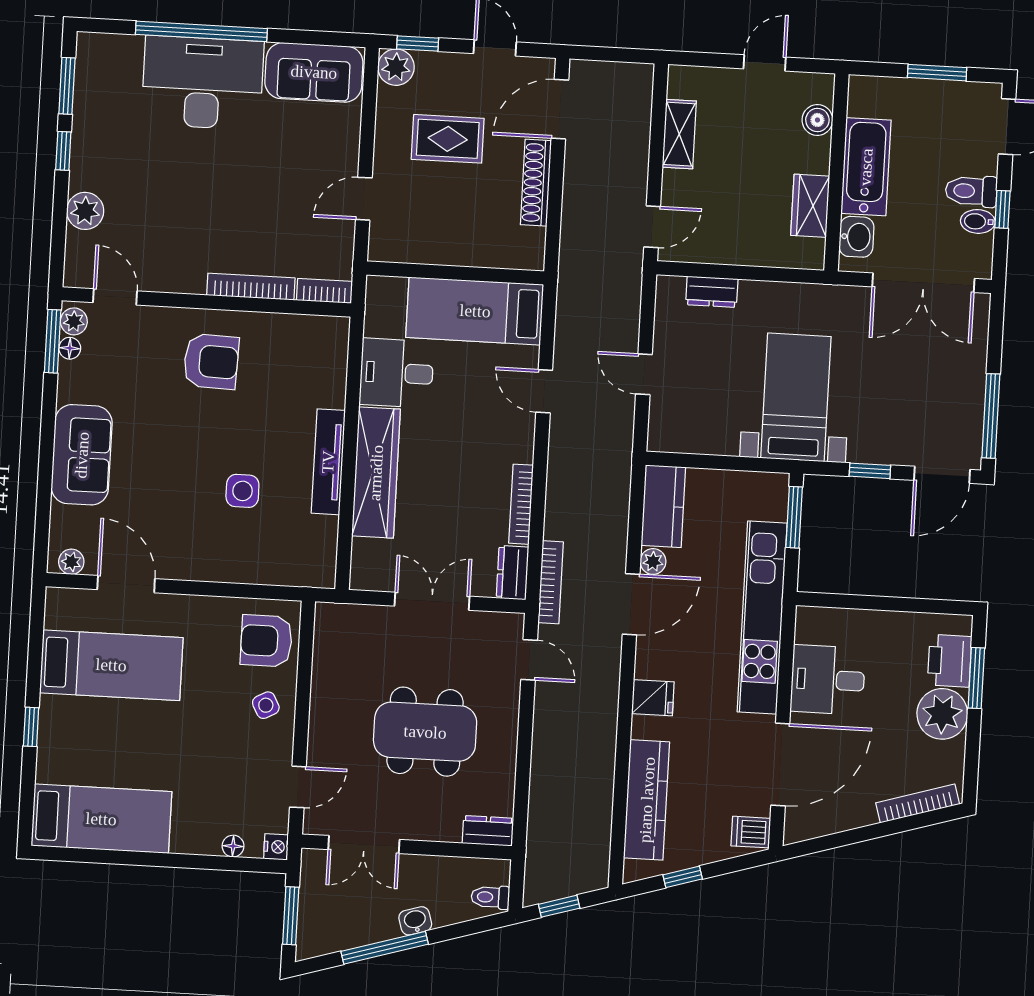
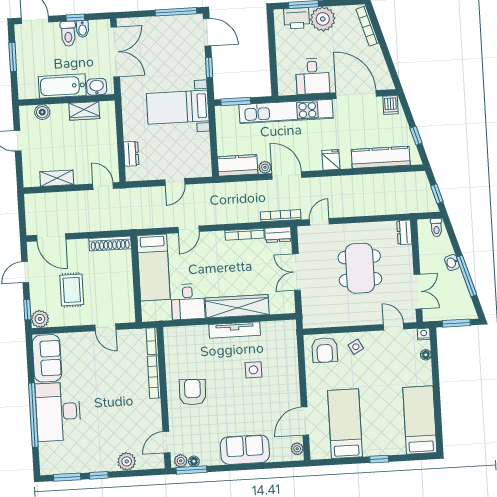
shoe rack: (536, 183) -> (110, 244), moved

